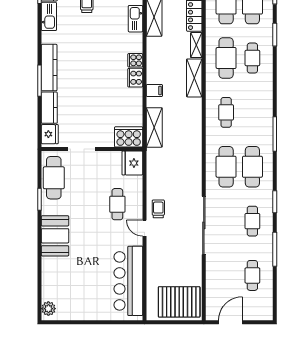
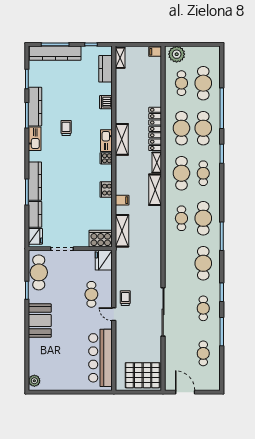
cooker: (135, 60) -> (106, 158), moved
cafe table: (226, 167) -> (203, 218), moved
door: (231, 322) -> (185, 392), hinge flipped

